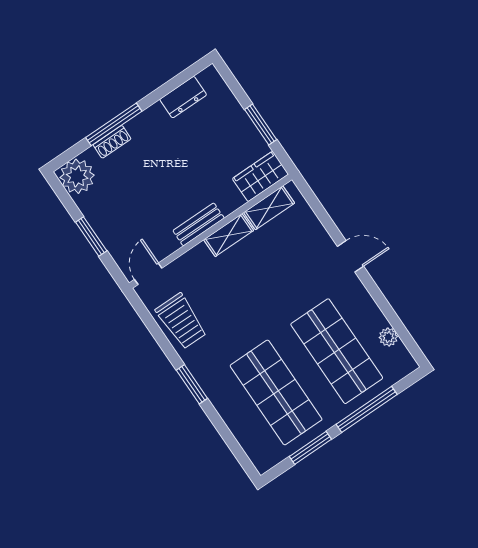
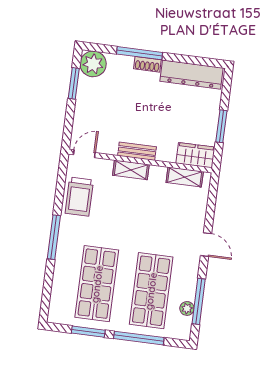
dresser: (183, 97) -> (191, 75), width x1.96, depth x1.24
shoe rack: (112, 142) -> (147, 64), moved
shelving: (229, 235) -> (131, 170), moved
window: (91, 236) -> (74, 83), moved
window: (394, 320) -> (199, 301), added
window: (192, 384) -> (54, 237), width x1.44

